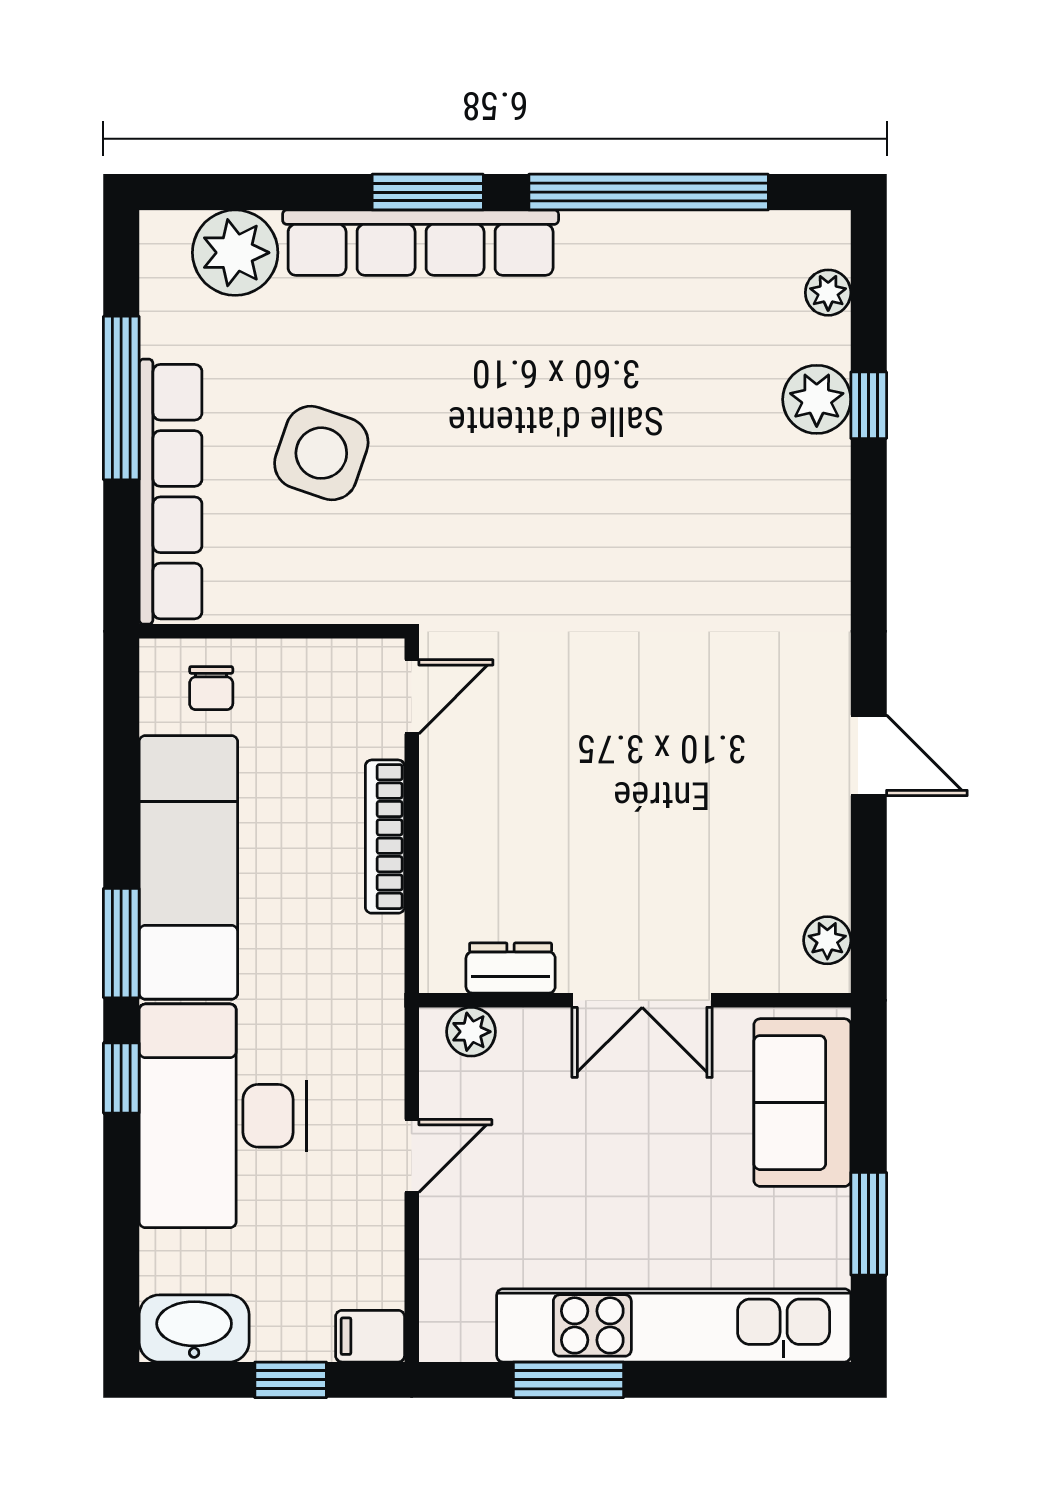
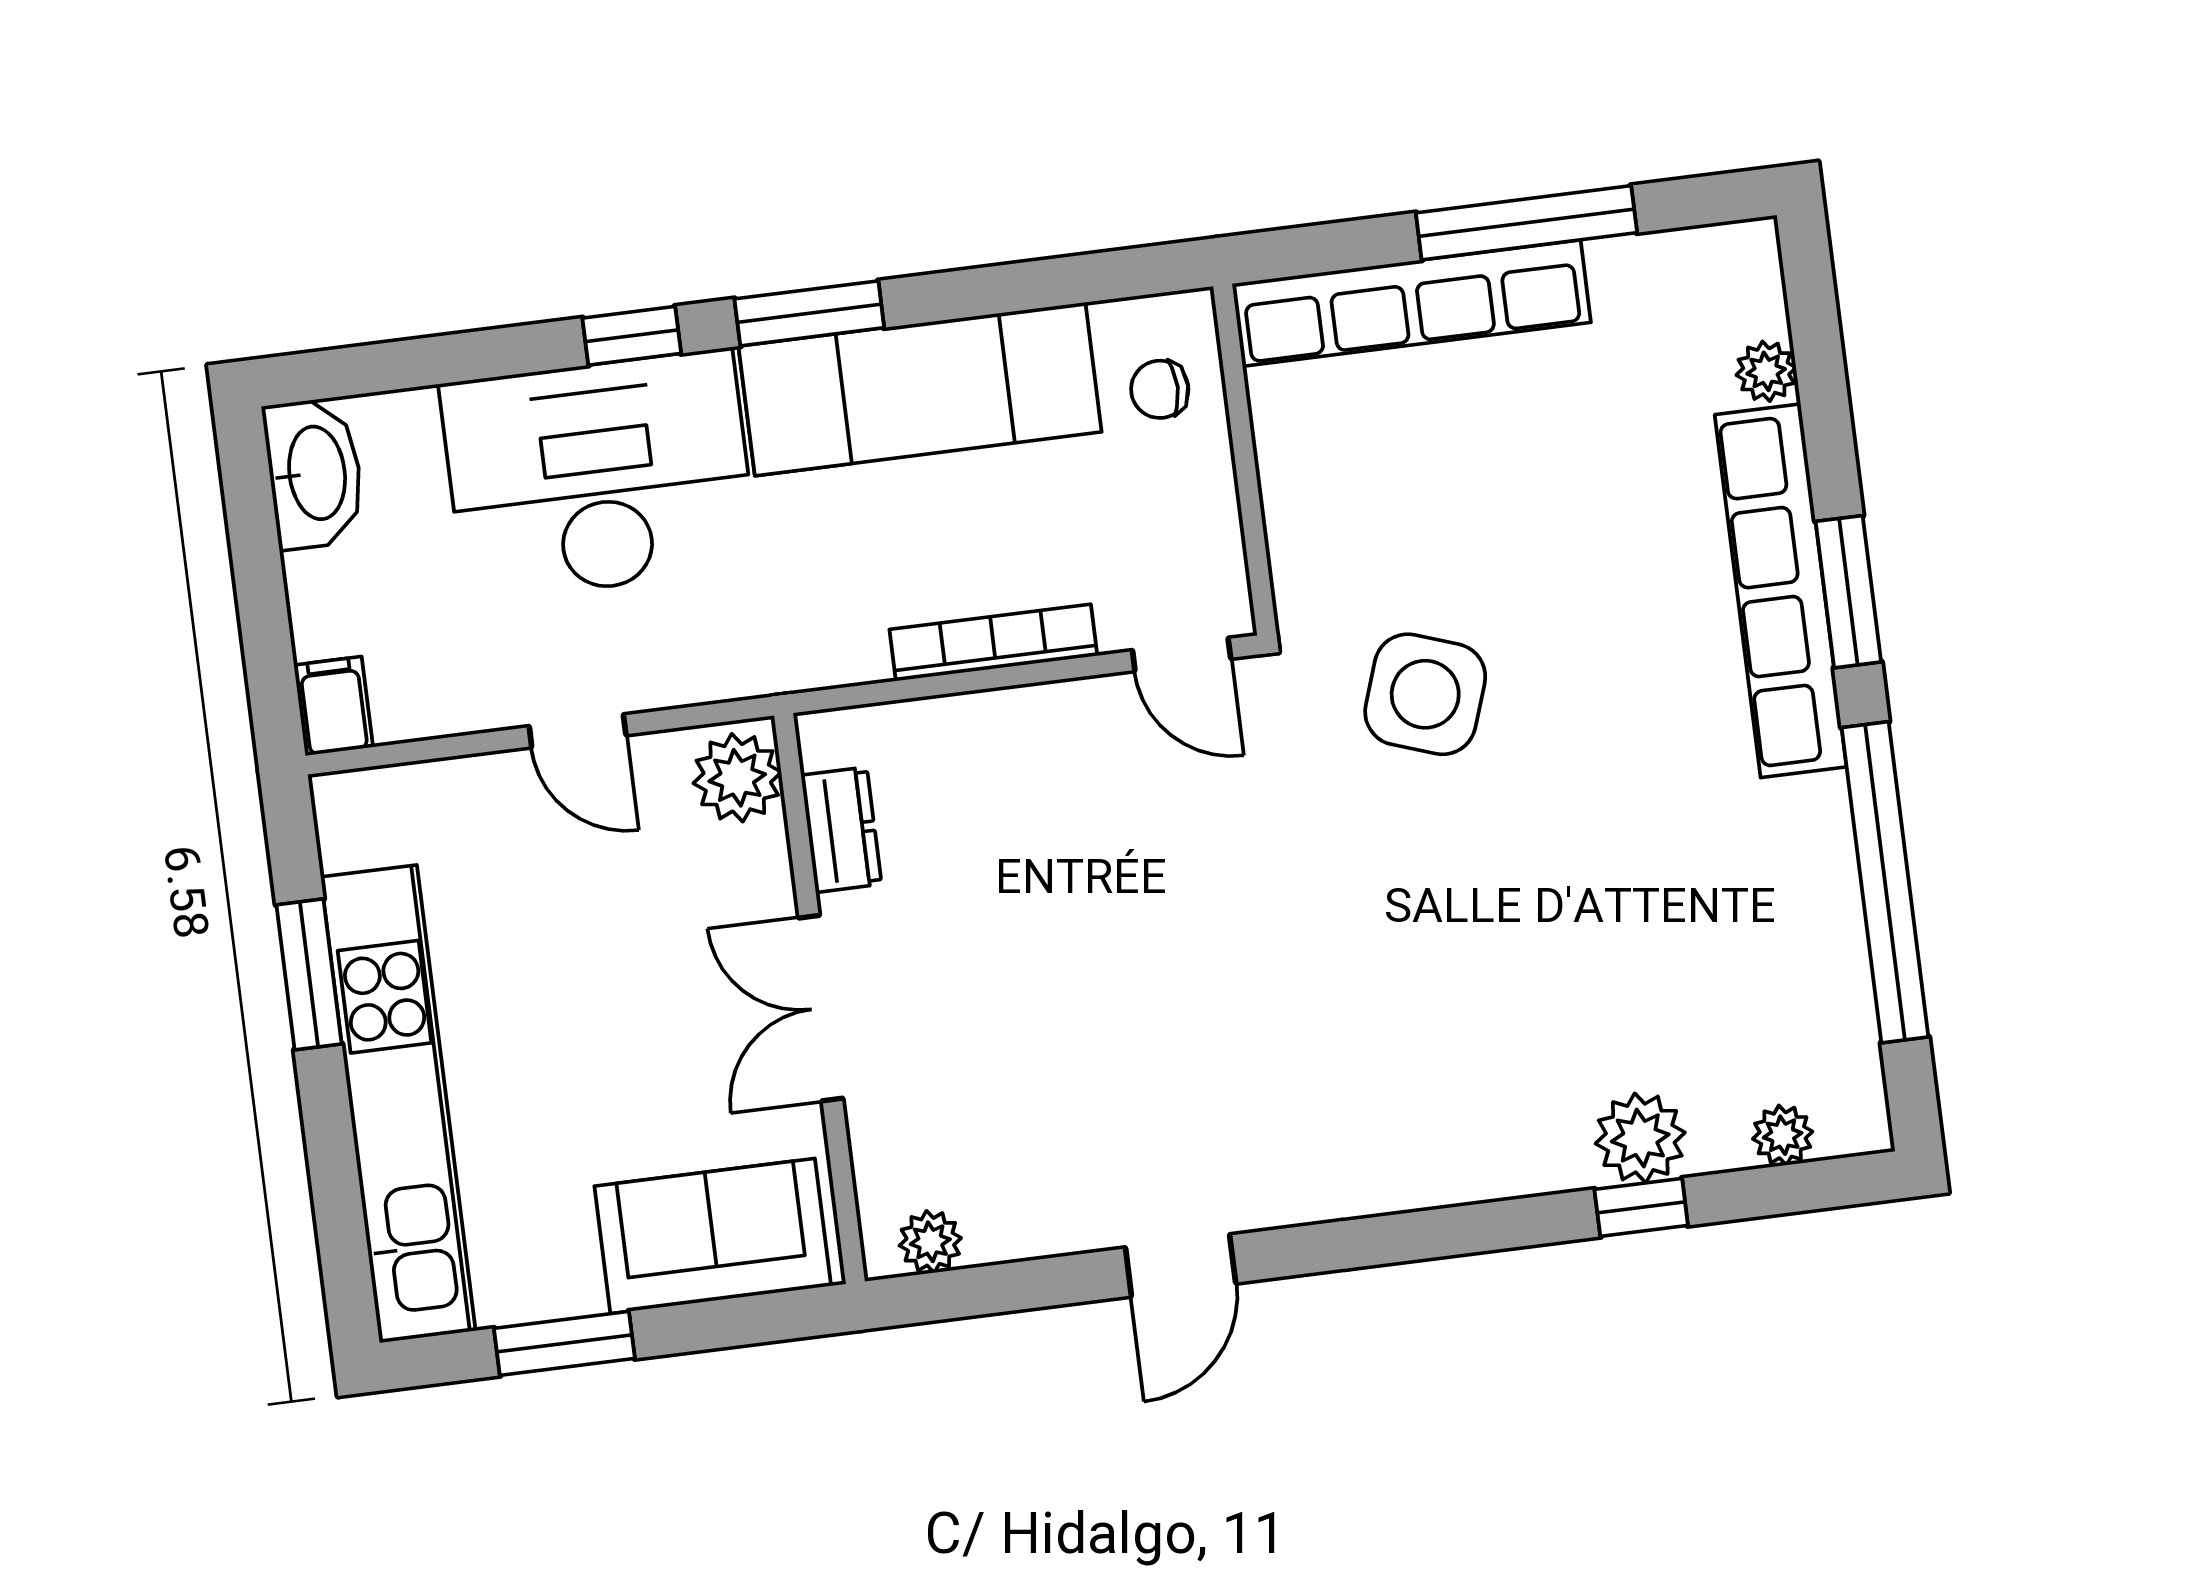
plant: (235, 253) -> (1766, 371), width x0.53, depth x0.53
side table: (321, 453) -> (1425, 694), moved
plant: (471, 1032) -> (737, 778), width x1.38, depth x1.38
window: (291, 1380) -> (263, 609), removed

